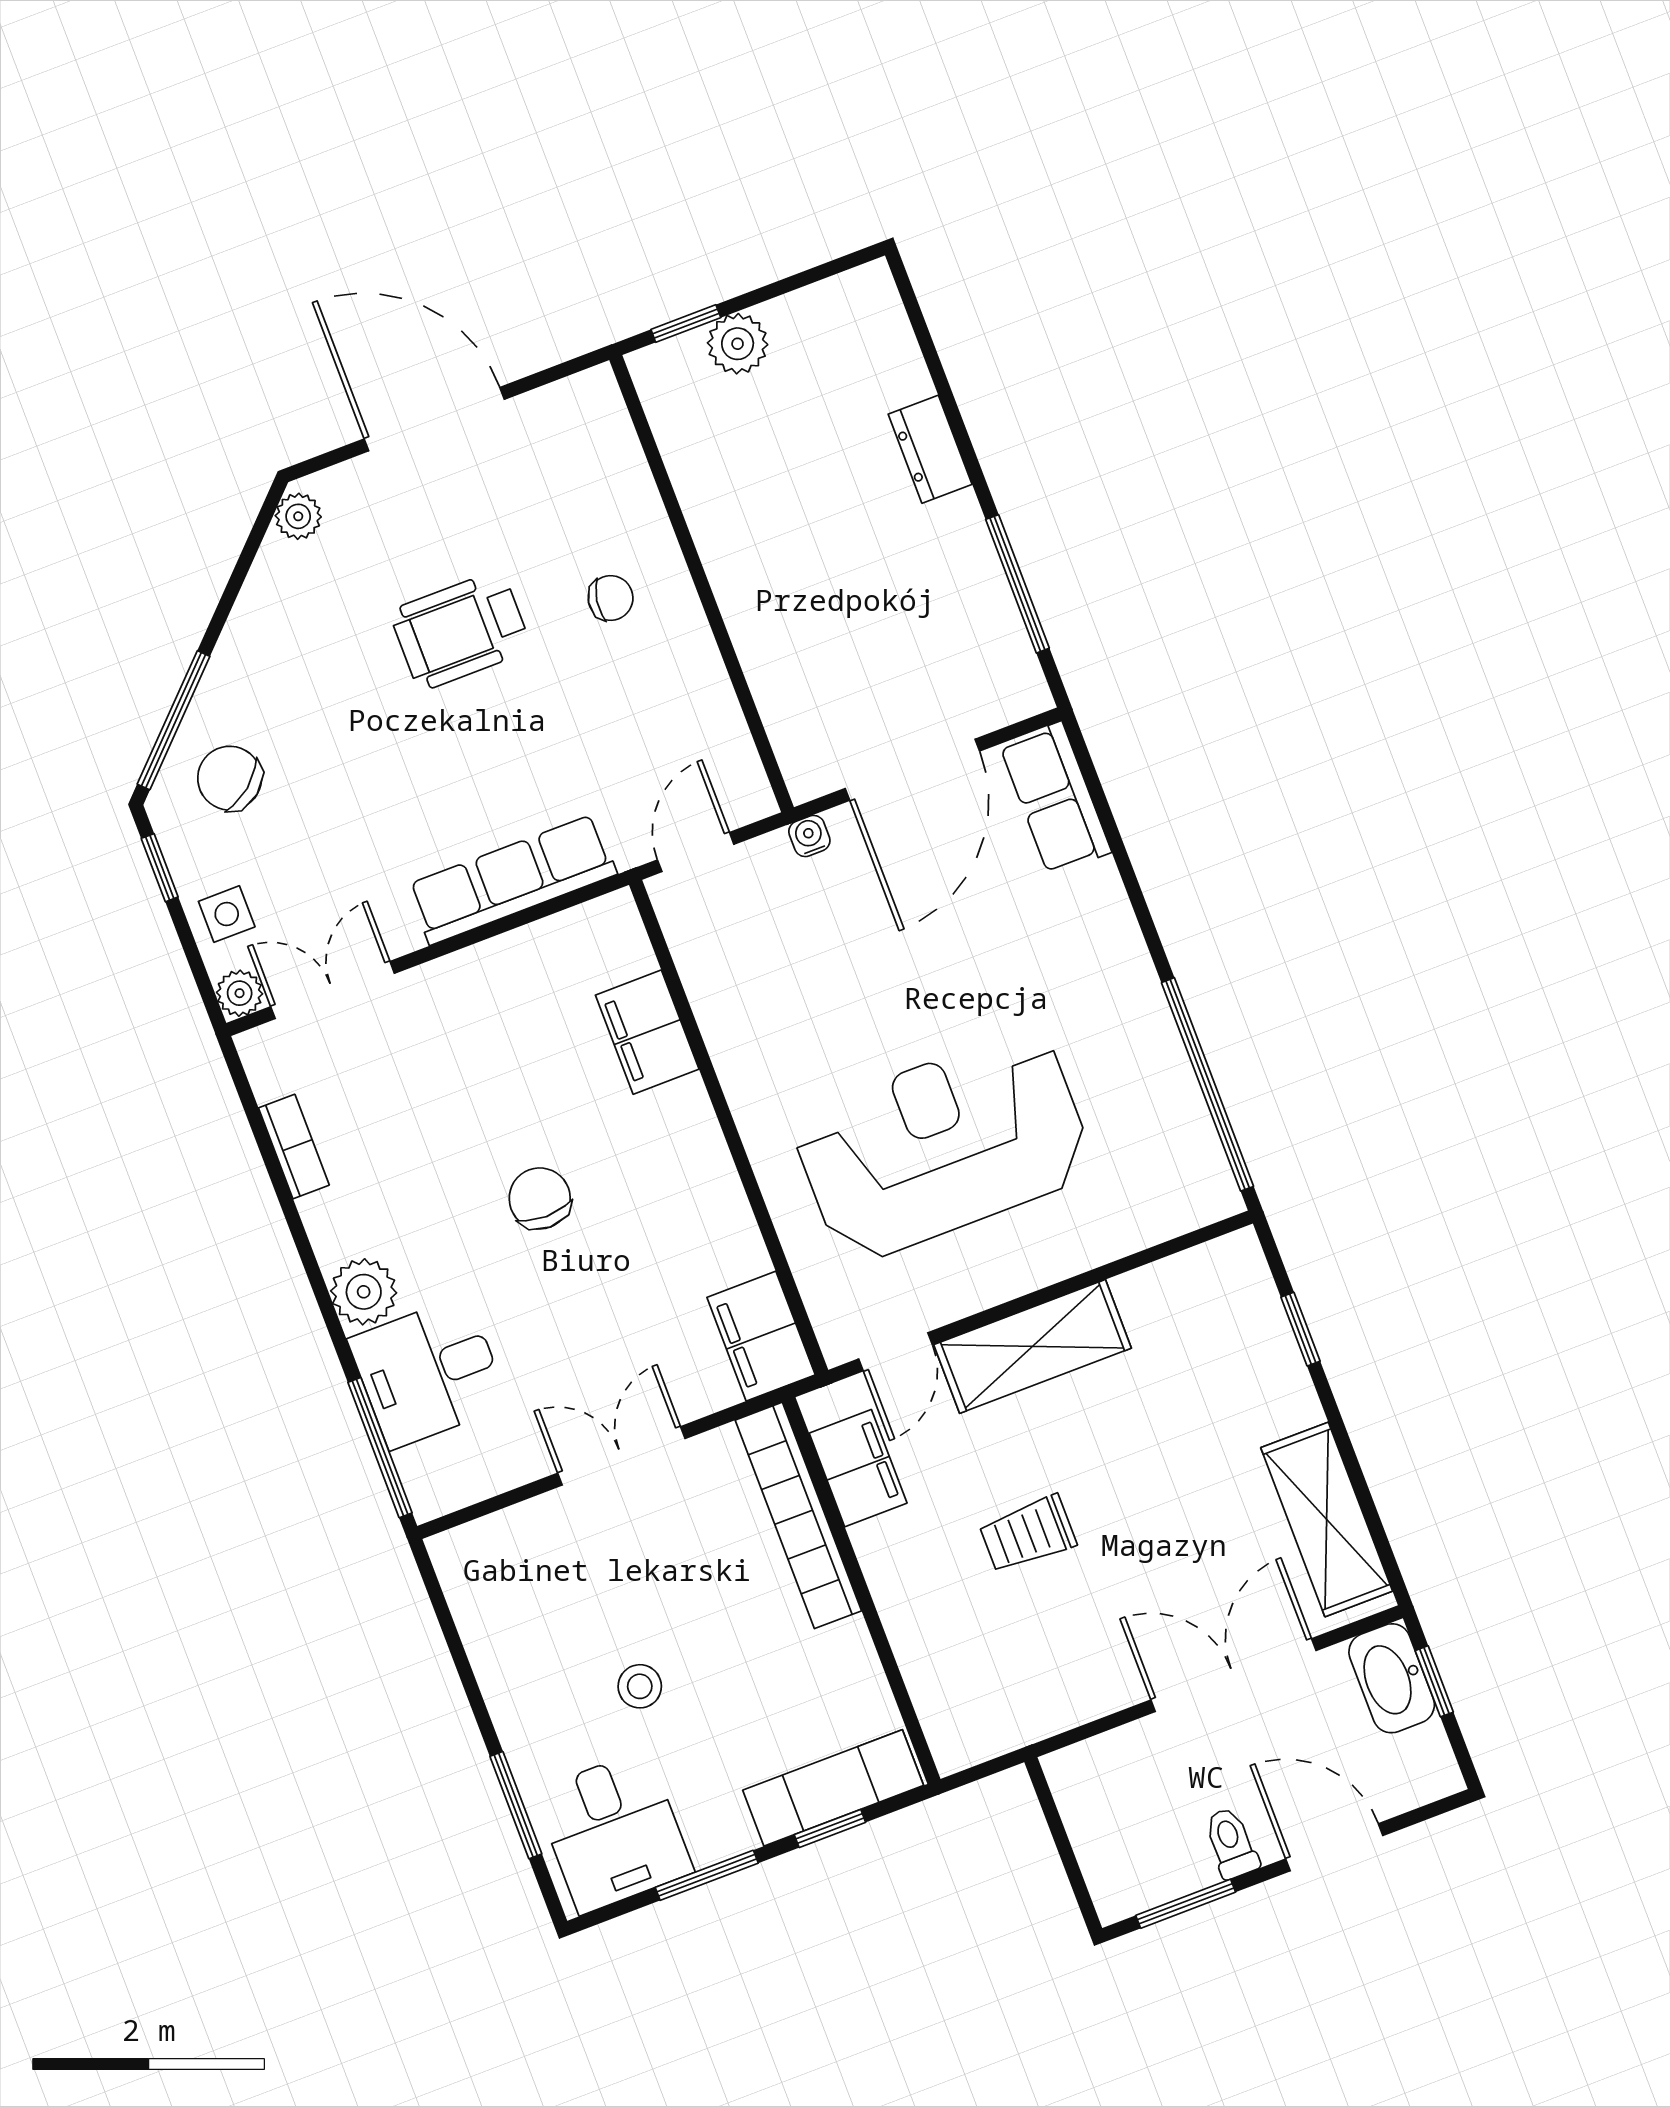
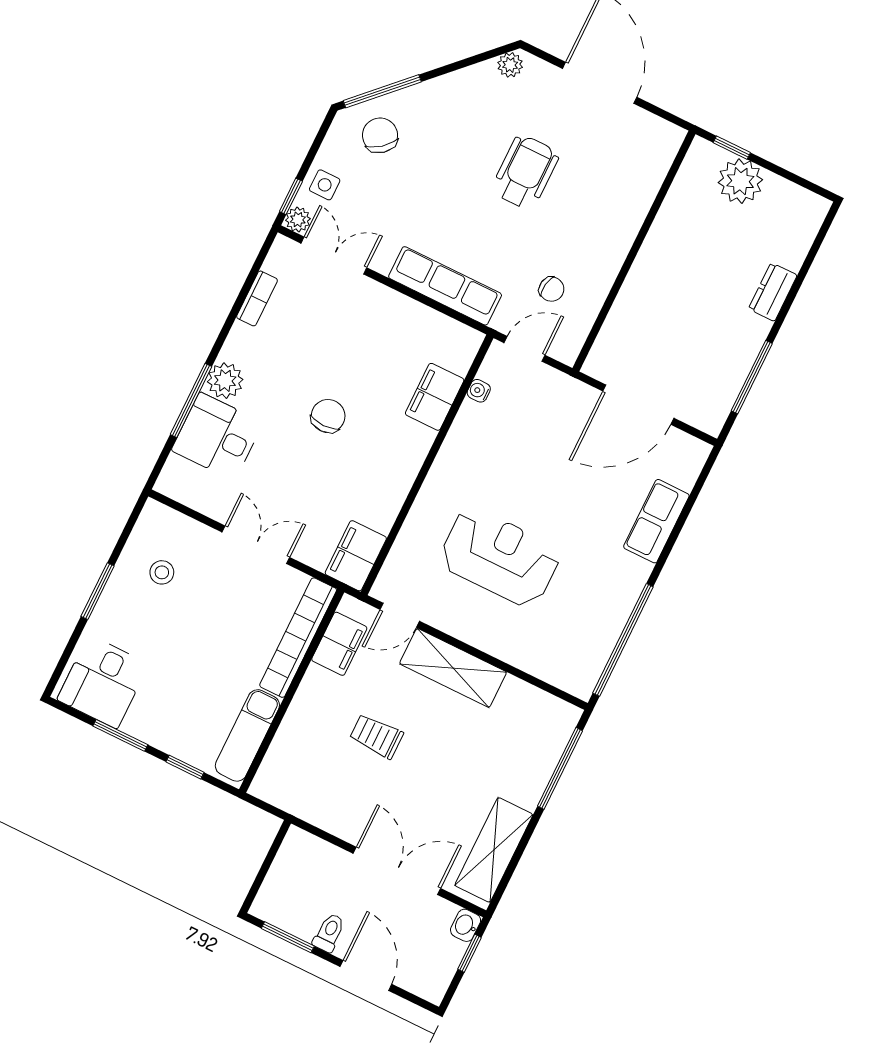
plant: (738, 344) -> (740, 181), width x1.36, depth x1.36
chair: (611, 598) -> (551, 289), moved
wheelchair: (460, 630) -> (525, 172), turned 90
row of seats: (1055, 798) -> (656, 521), moved
water cooler: (809, 836) -> (479, 391), moved, turned -90
window: (160, 868) -> (291, 196), moved
reception desk: (943, 1145) -> (500, 557), width x0.74, depth x0.77
window: (1301, 1329) -> (560, 768), width x2.17
window: (380, 1448) -> (191, 401), moved
washbasin: (1392, 1678) -> (466, 925), width x0.52, depth x0.69
stool: (640, 1686) -> (162, 572), moved
exam couch: (833, 1788) -> (247, 735), moved, turned -90
window: (516, 1805) -> (98, 591), moved

